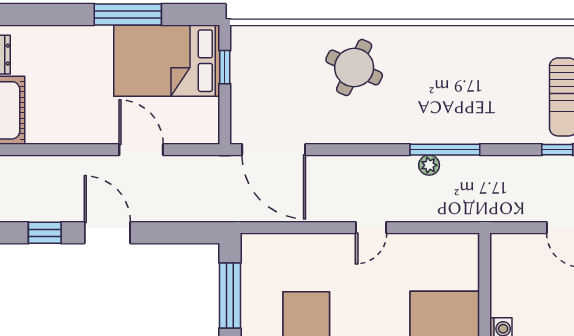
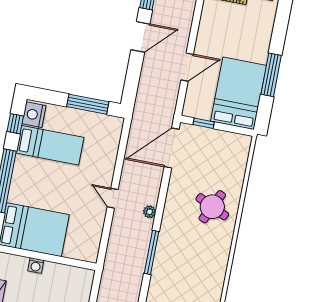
window: (225, 67) -> (204, 123), moved
plant: (429, 165) -> (150, 212), moved

